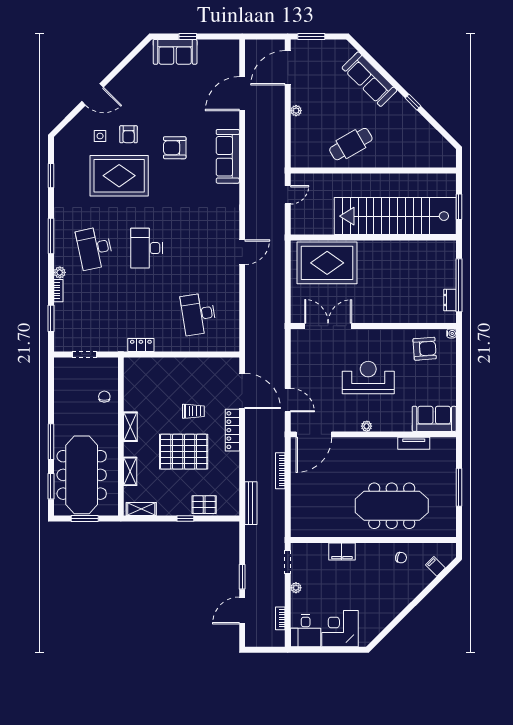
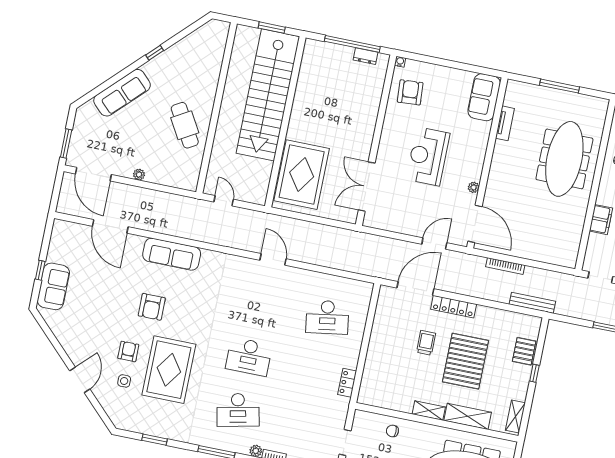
armchair: (129, 134) -> (128, 351), turned -90
plant: (367, 426) -> (474, 187), moved
shelving: (130, 471) -> (468, 416), width x1.50, depth x1.33

